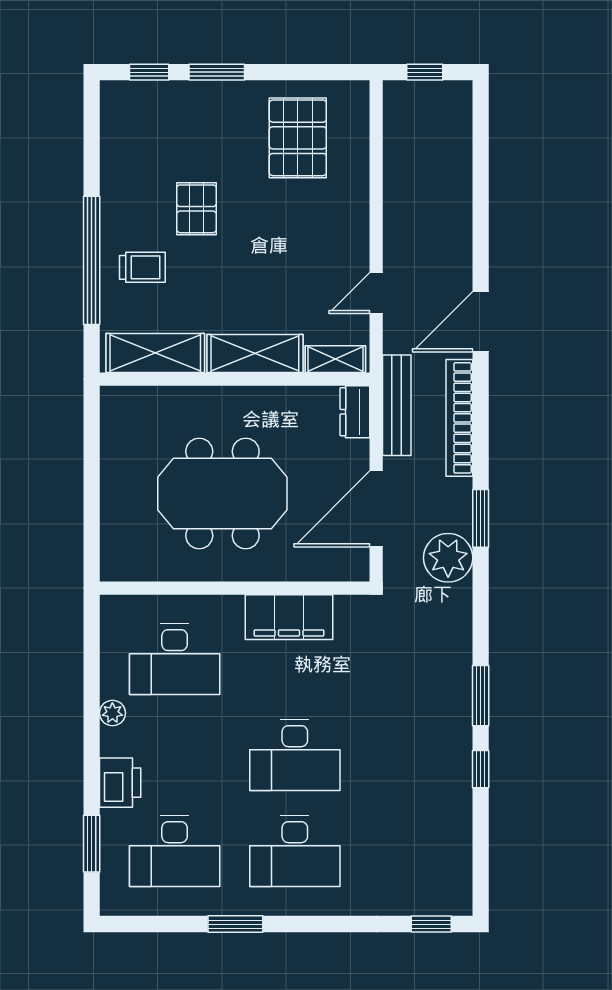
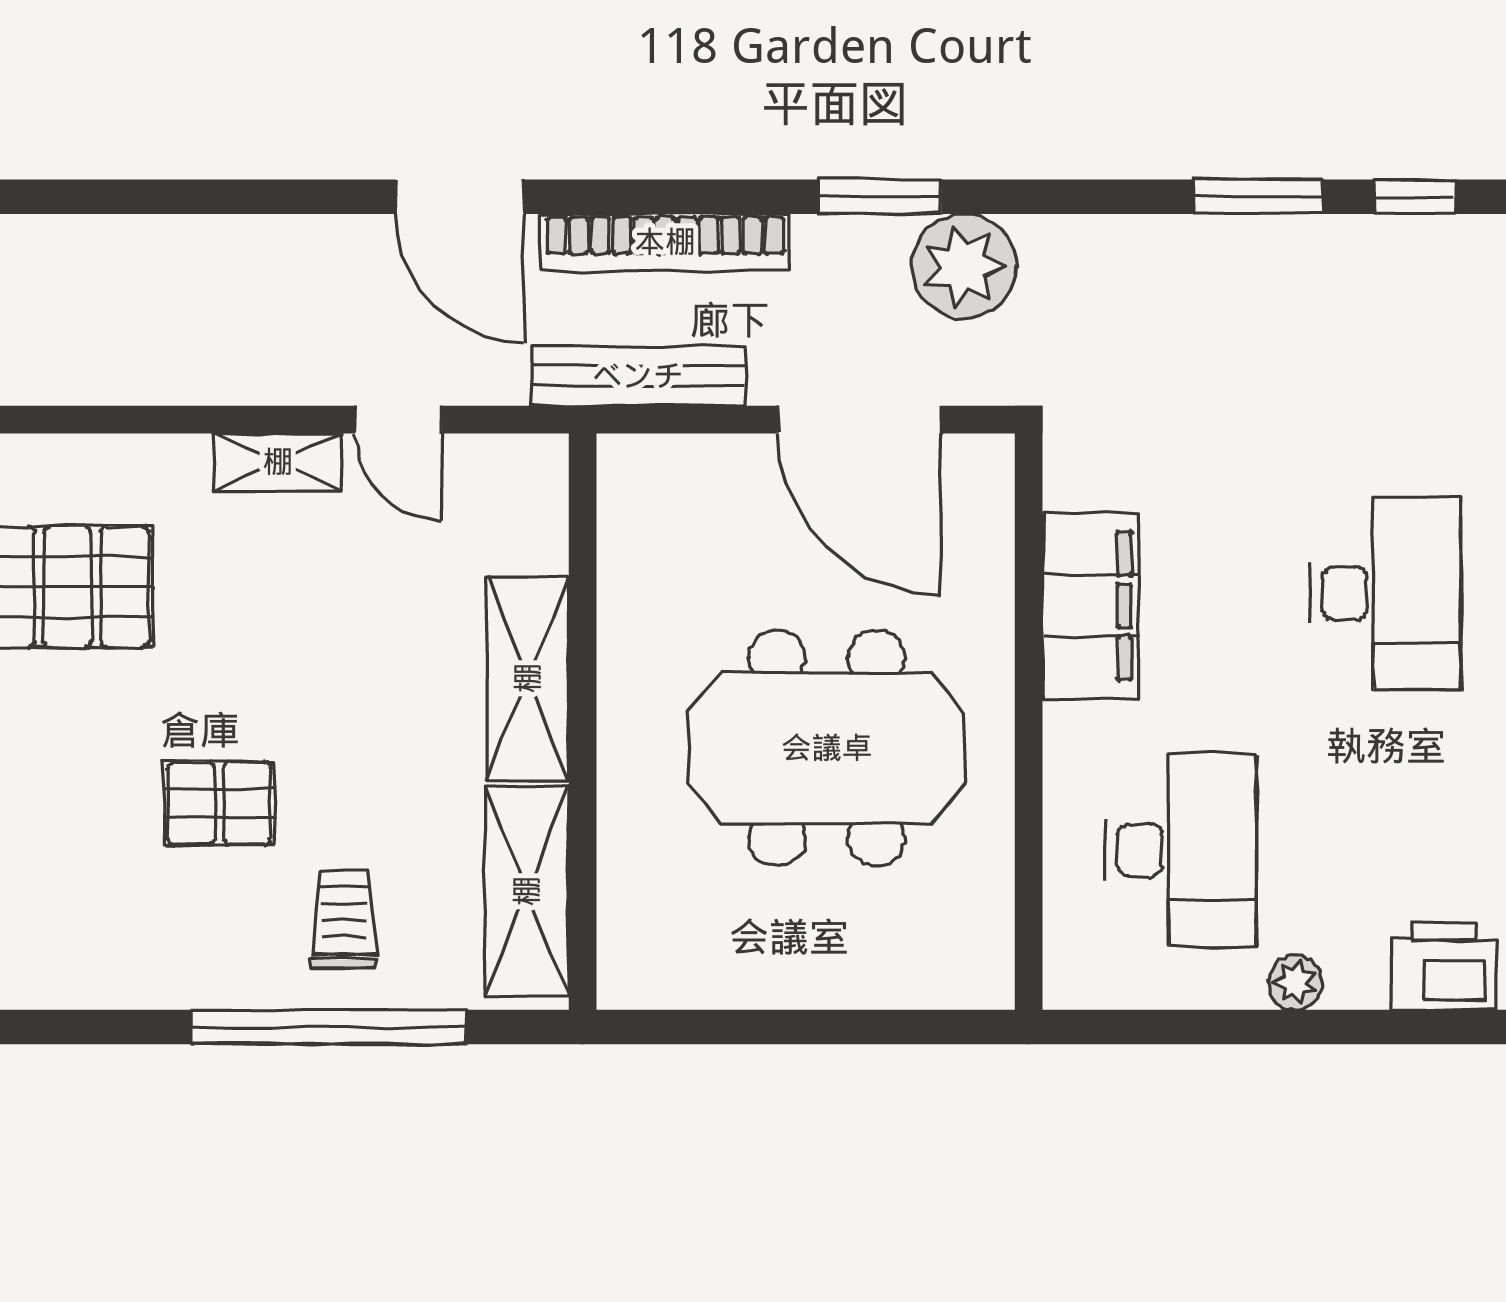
shelving: (335, 359) -> (278, 462), moved, turned 90
dresser: (355, 412) -> (652, 465), removed
meeting table: (222, 493) -> (827, 748), turned 90

